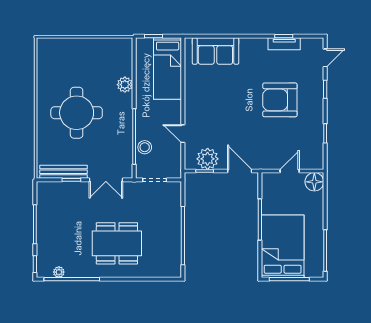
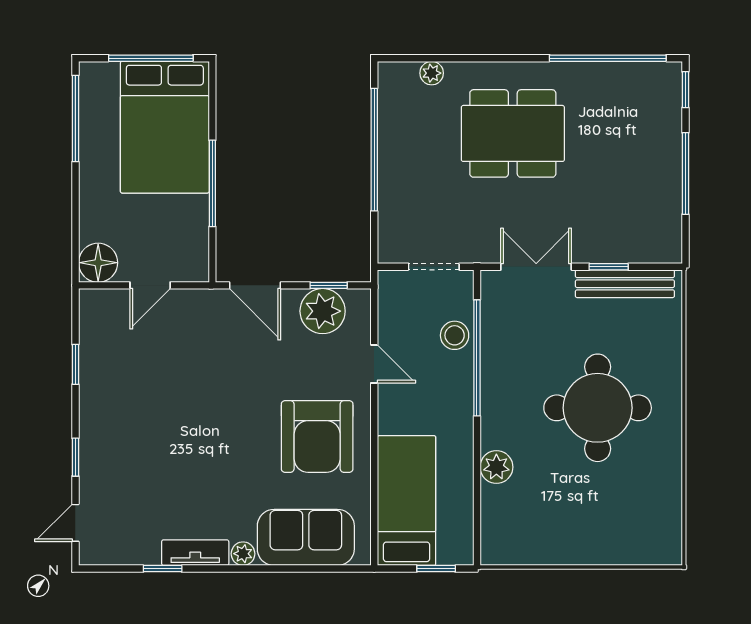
plant: (245, 43) -> (243, 554), added
tv unit: (284, 44) -> (195, 553), moved
armchair: (280, 100) -> (317, 436), moved, turned 90
plant: (59, 272) -> (432, 73), moved

